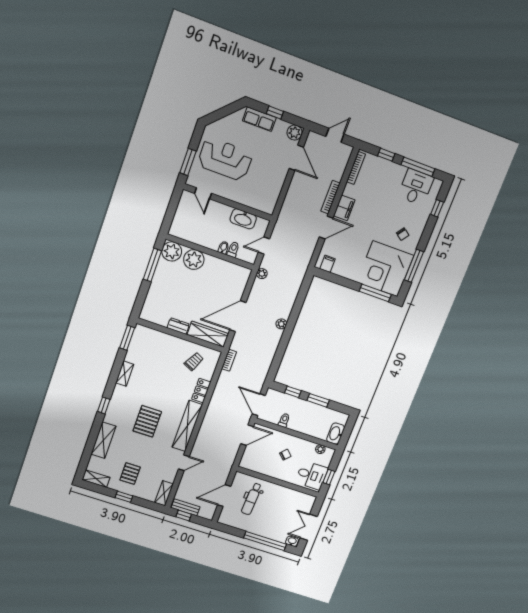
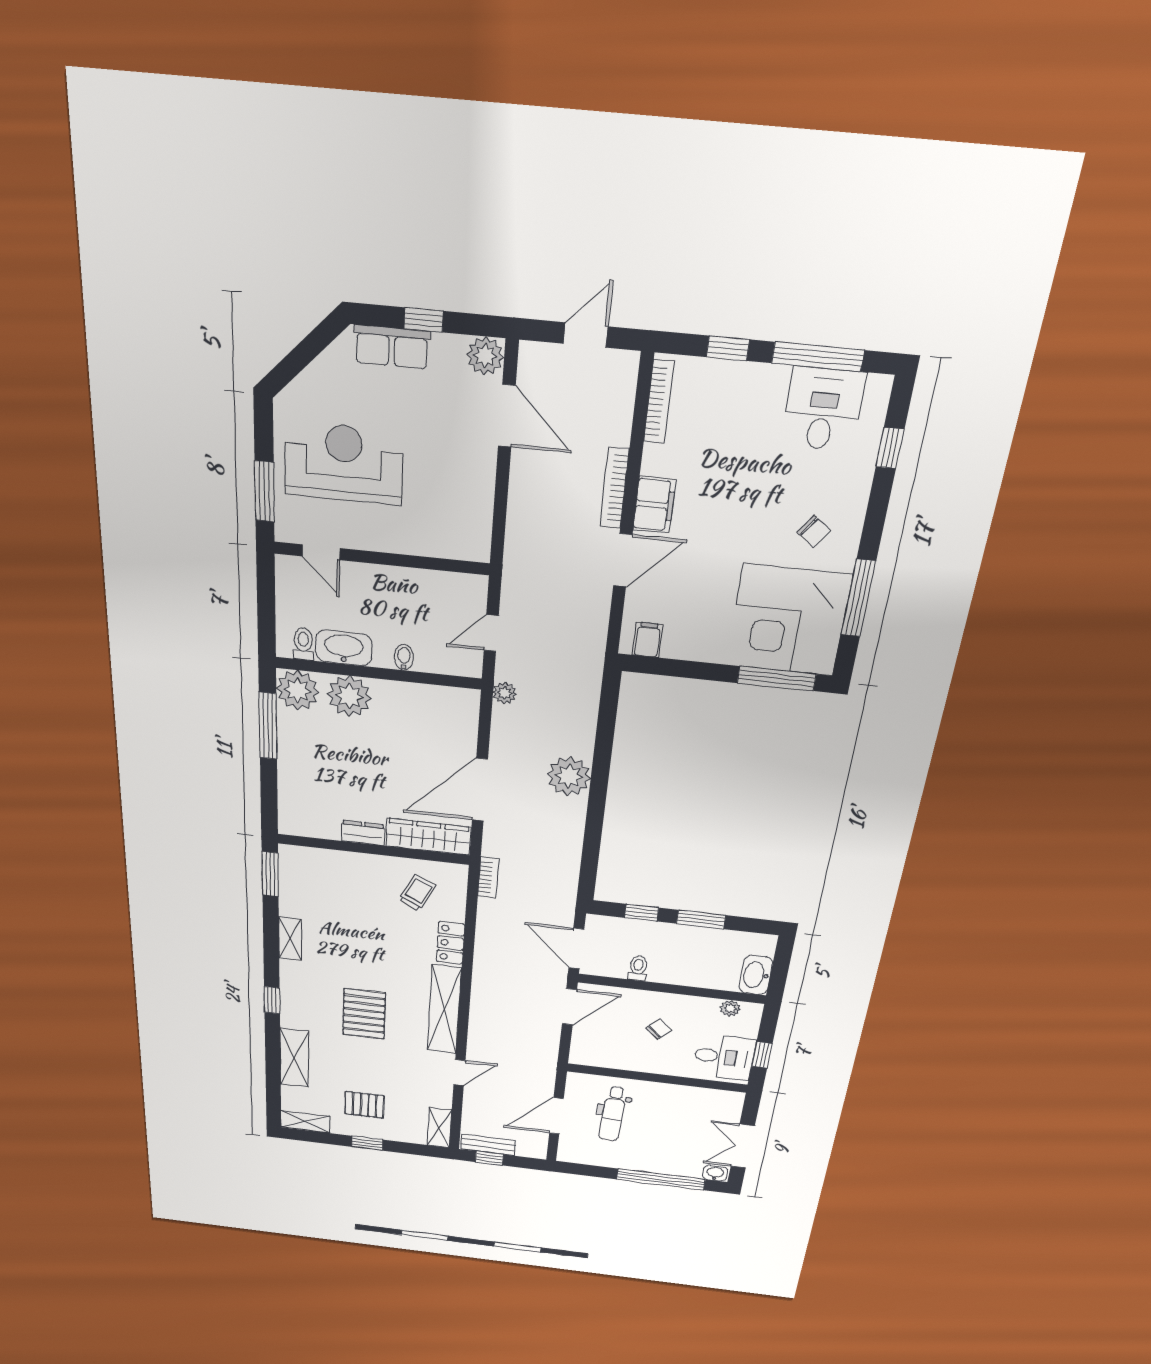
washbasin: (243, 219) -> (344, 648), moved, turned 180
toilet: (233, 250) -> (303, 644), moved
plant: (281, 324) -> (569, 776), width x1.87, depth x1.87
pallet: (130, 474) -> (364, 1105), turned 90

